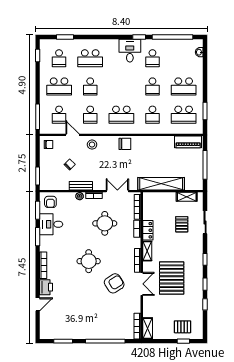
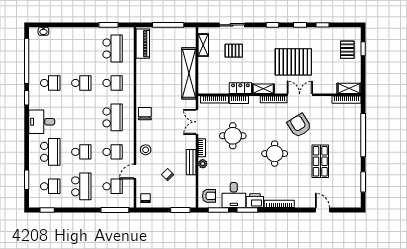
desk: (130, 51) -> (42, 122), moved
school desk: (184, 86) -> (81, 49), removed
printer: (46, 287) -> (255, 201), moved
shop shelf: (82, 302) -> (320, 161), added

